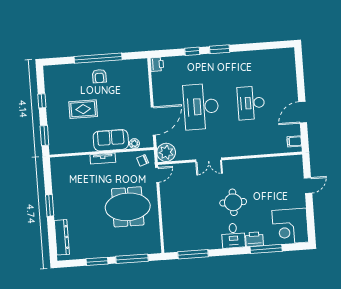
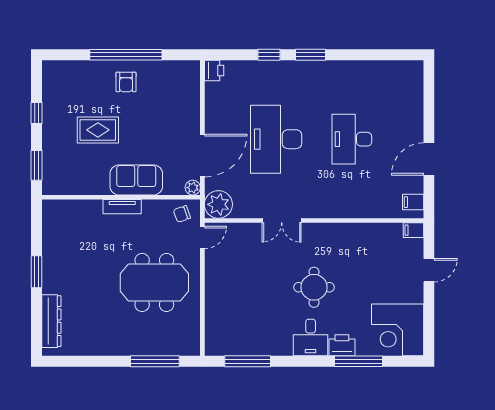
plant: (134, 144) -> (193, 188), moved
filing cabinet: (296, 160) -> (413, 230), added
window: (97, 261) -> (102, 361), removed

